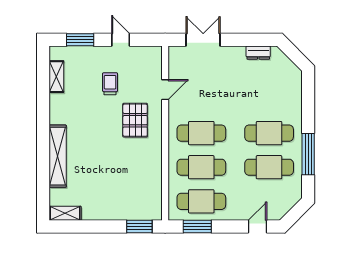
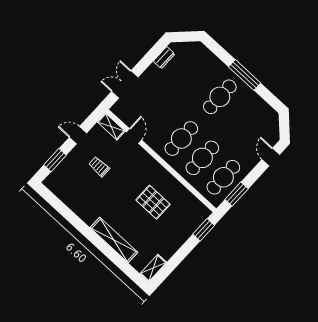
shelving: (56, 77) -> (111, 127), moved
pallet: (135, 120) -> (153, 202), moved
window: (308, 154) -> (245, 75), moved
cafe table: (269, 167) -> (241, 116), removed

